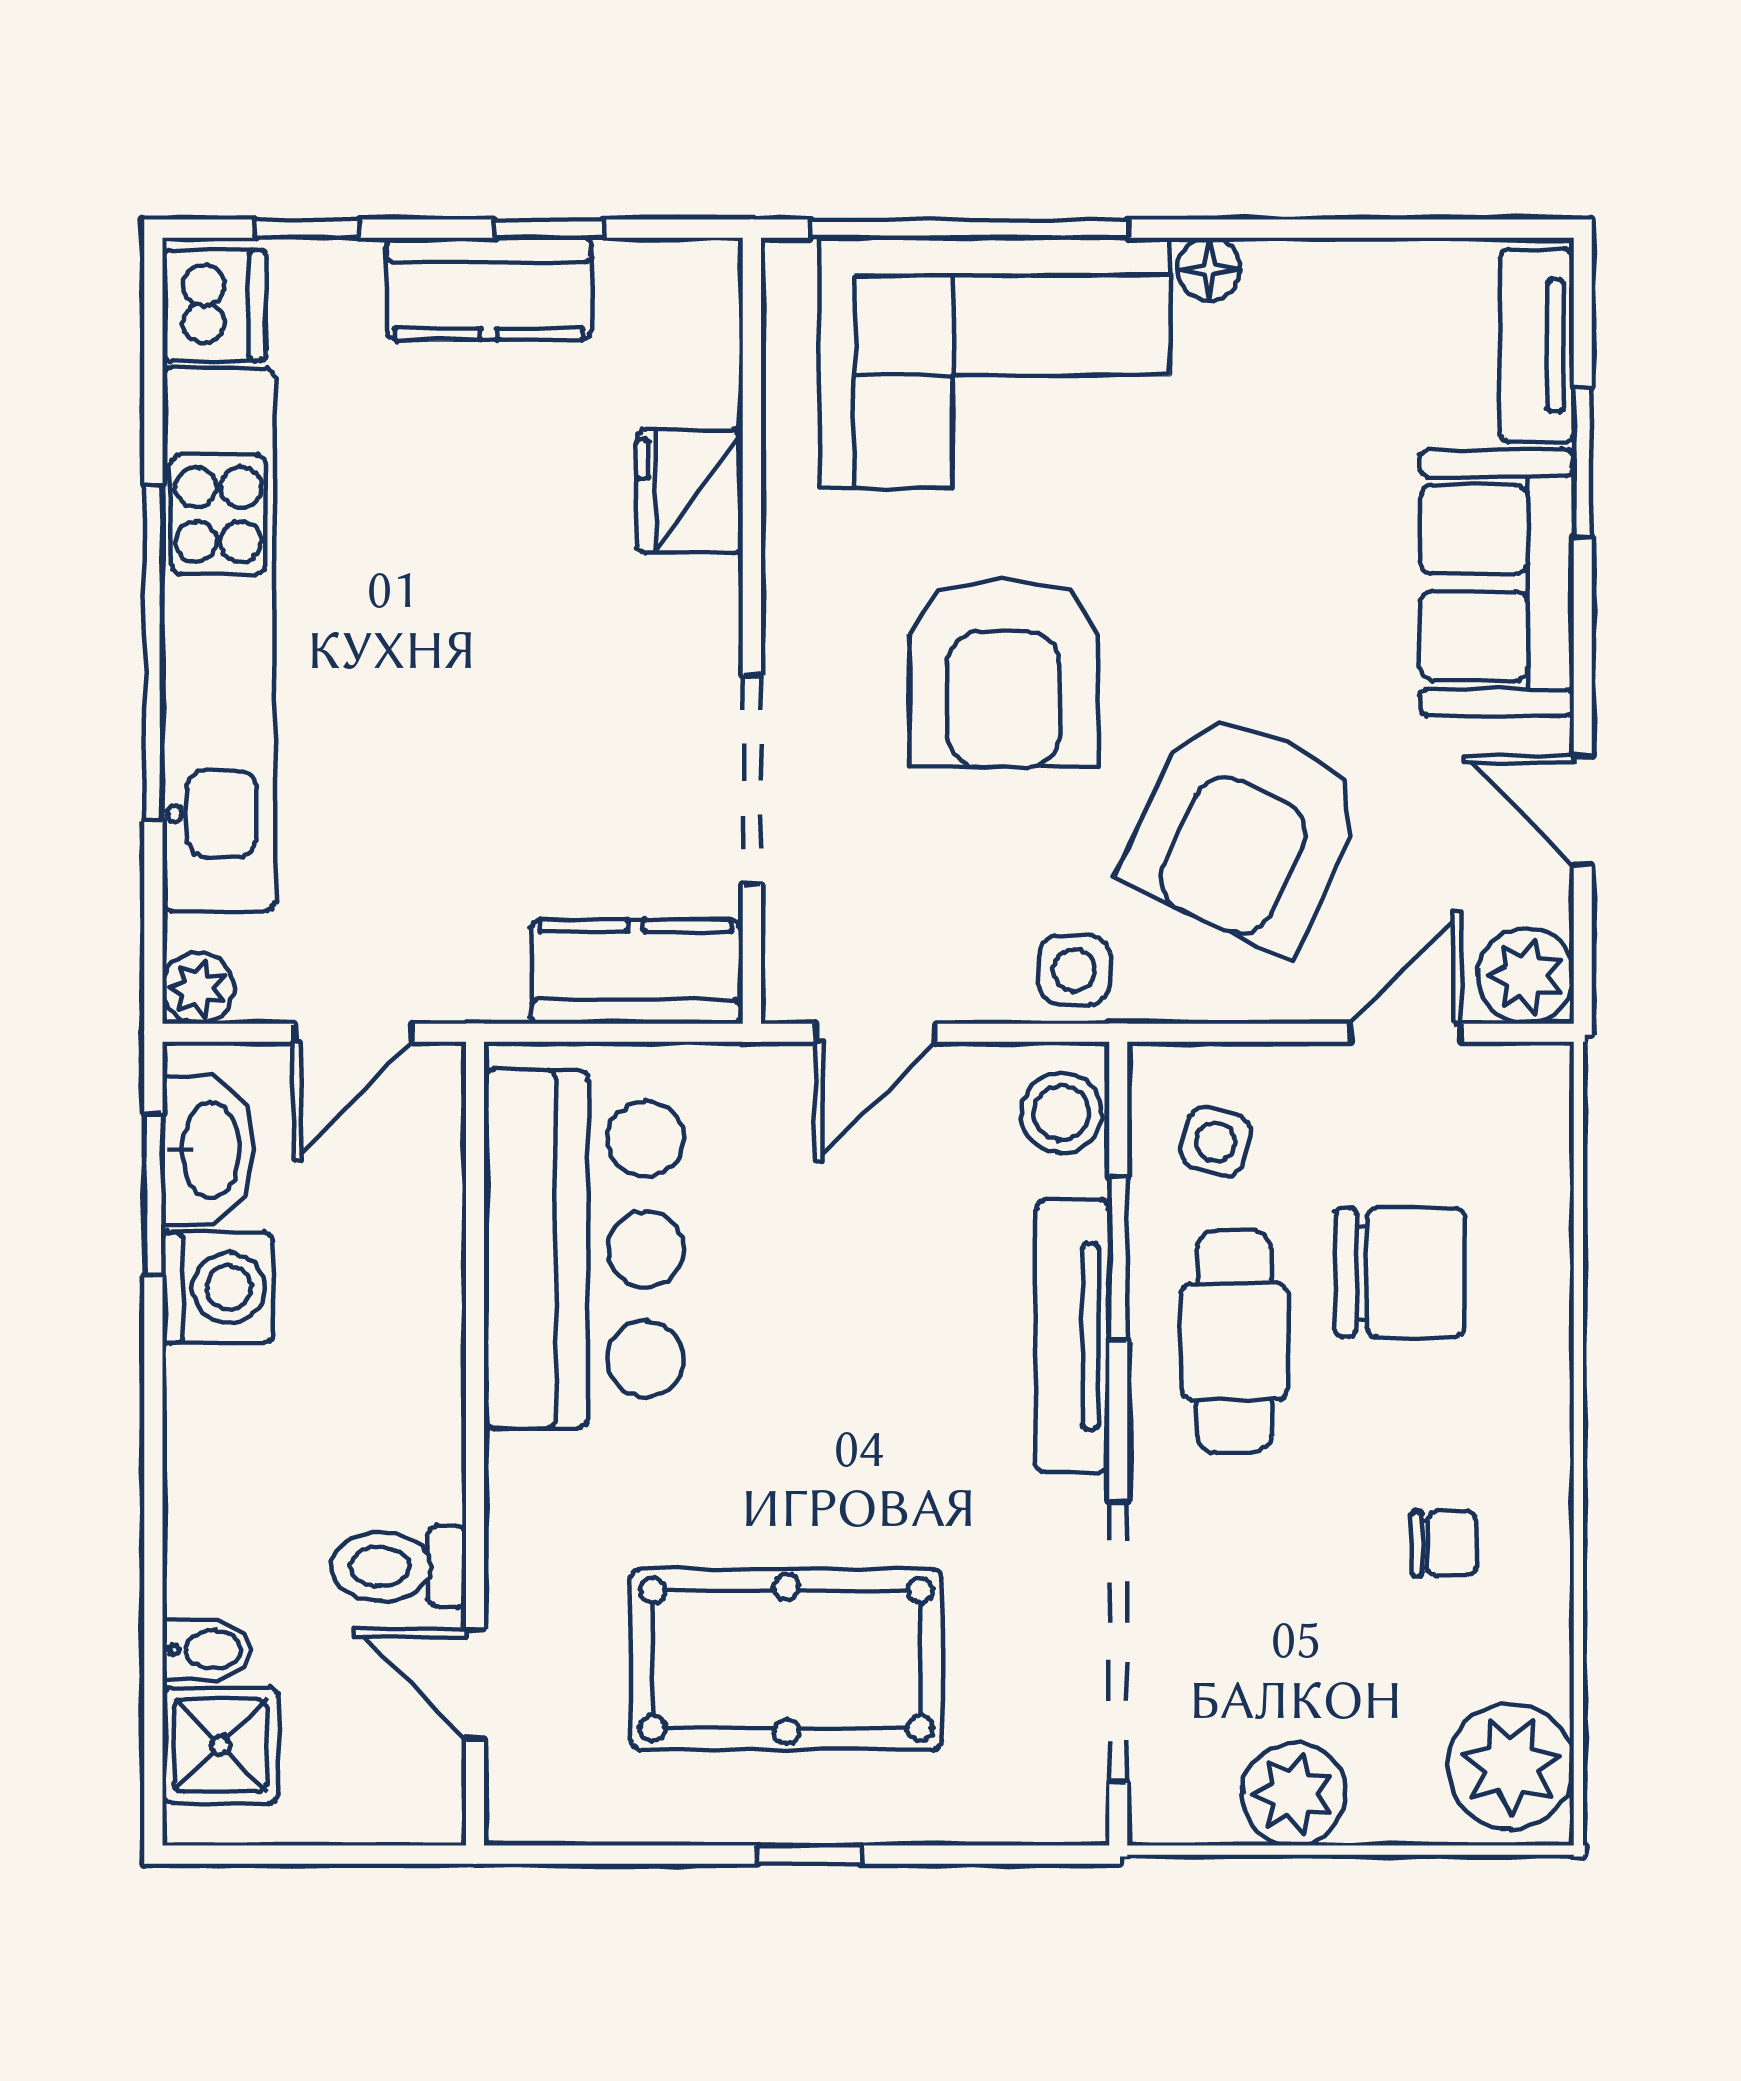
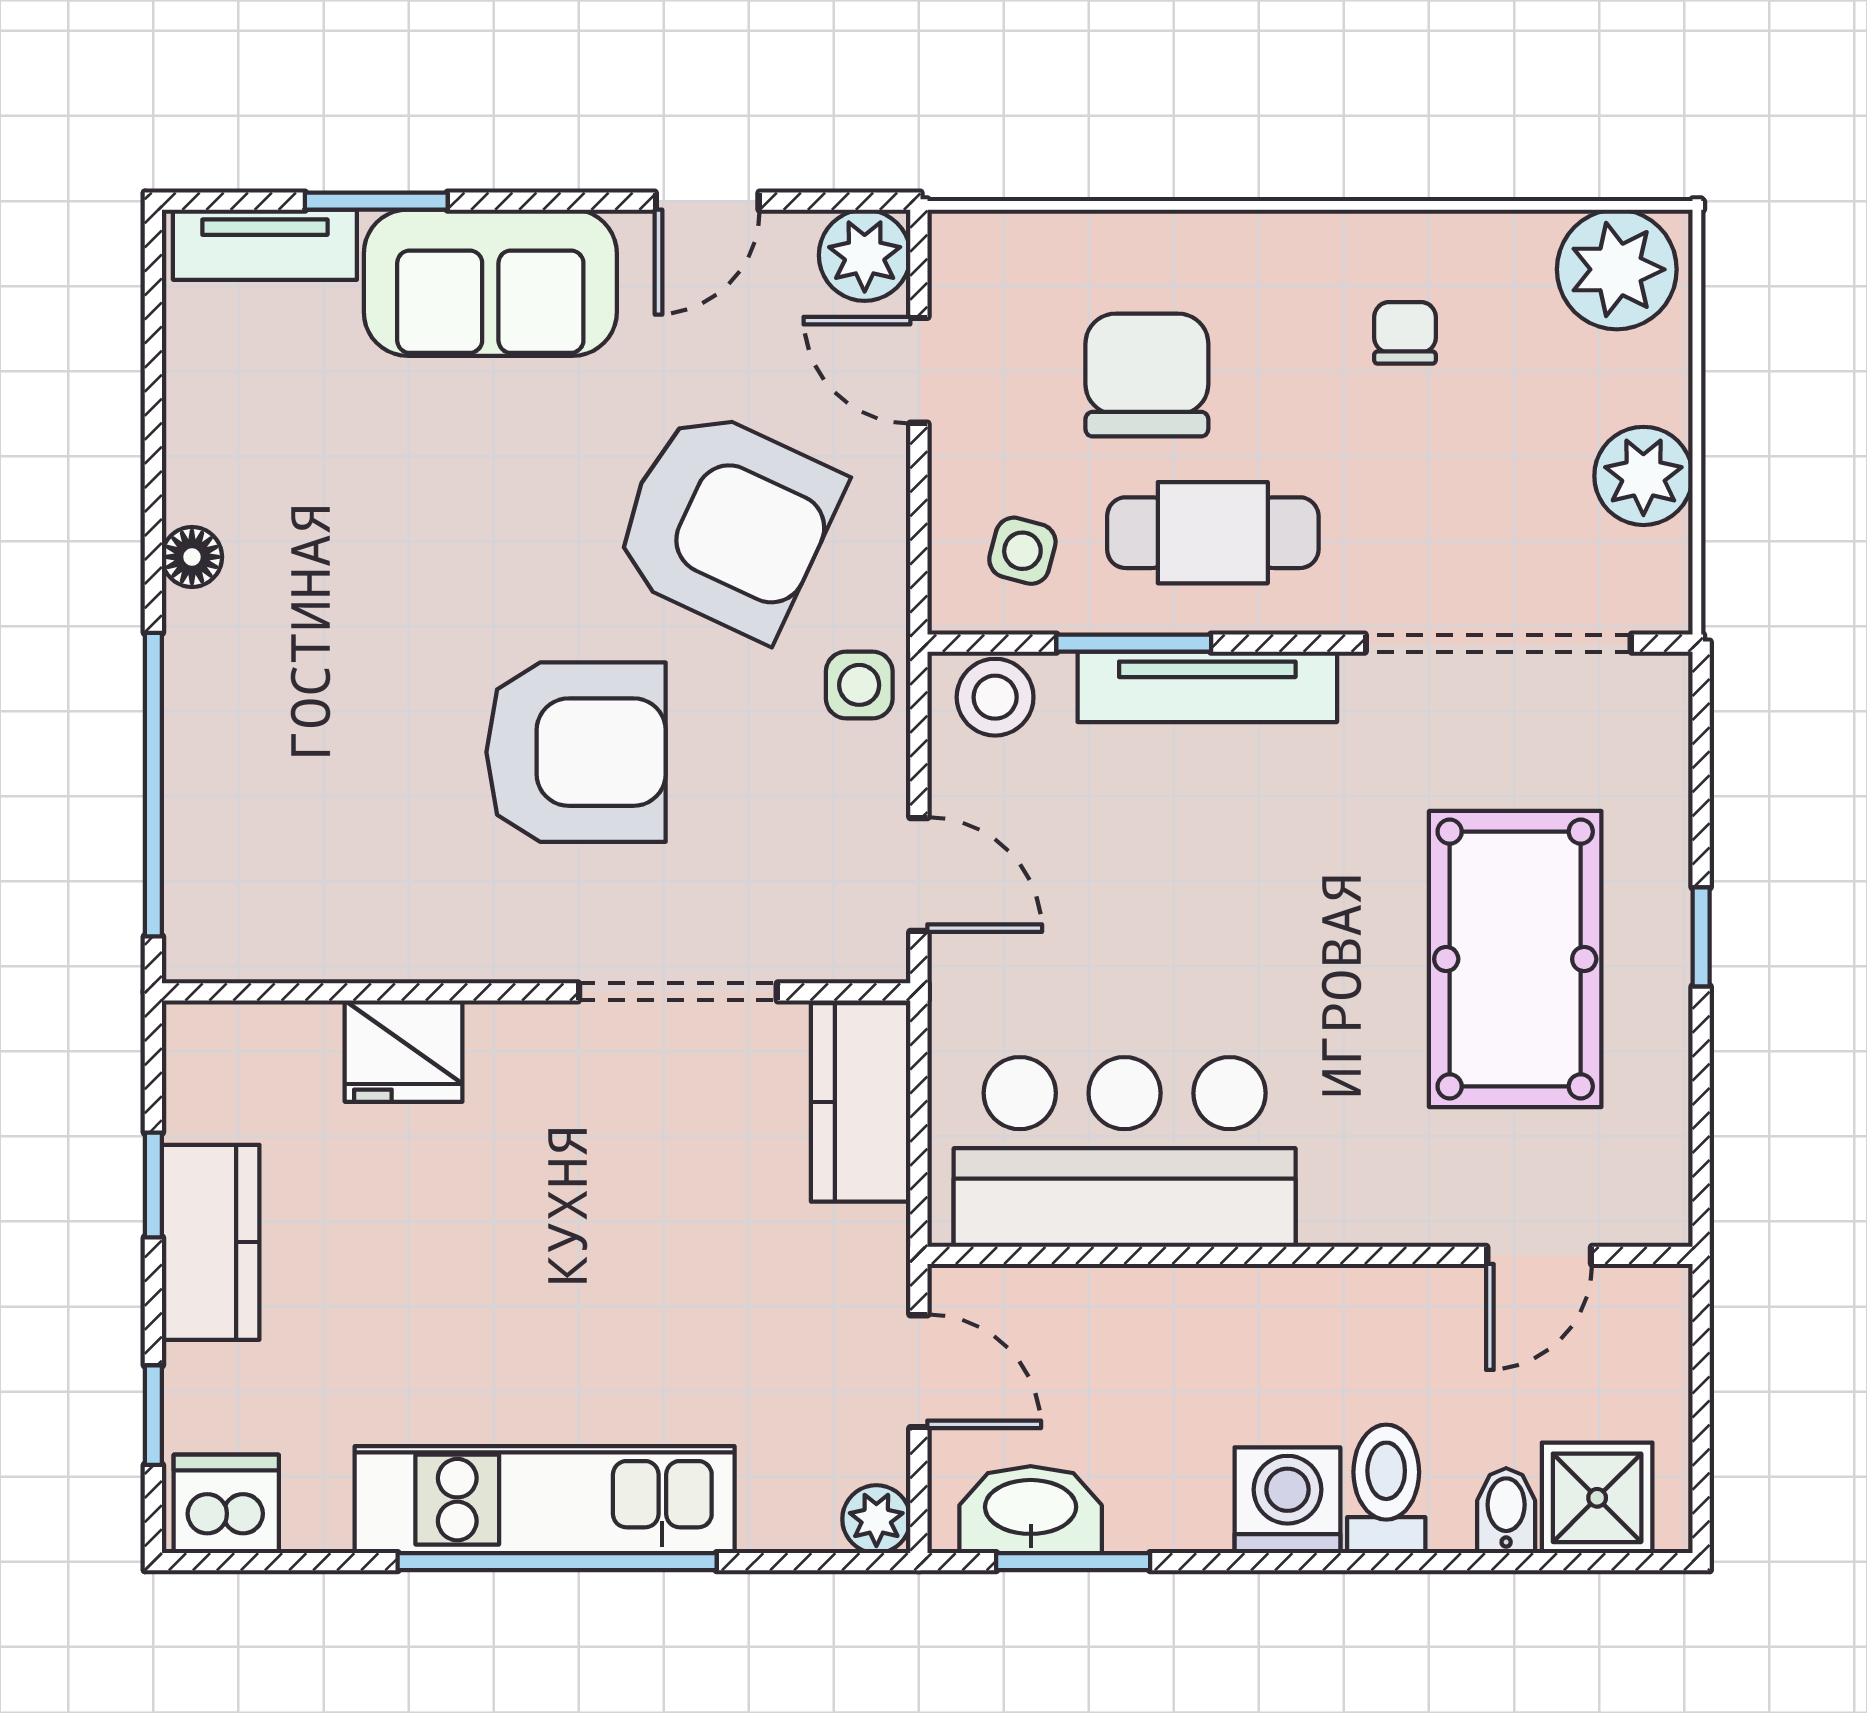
corner sofa: (995, 363) -> (281, 761), removed
kitchen unit: (218, 640) -> (545, 1500), width x0.73
washing machine: (218, 1288) -> (1287, 1500), moved
toilet: (398, 1567) -> (1386, 1489), moved, turned 180

